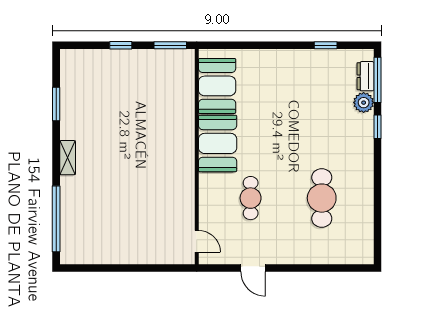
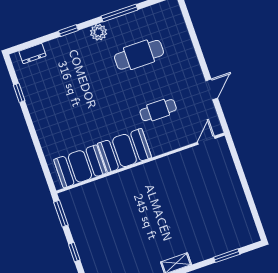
window: (377, 80) -> (119, 13), moved
plant: (364, 103) -> (99, 32), moved
window: (56, 219) -> (227, 256), width x0.47

